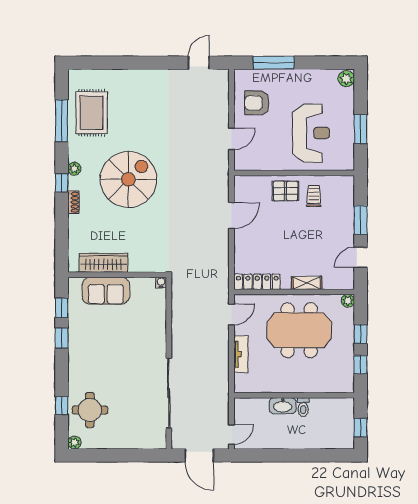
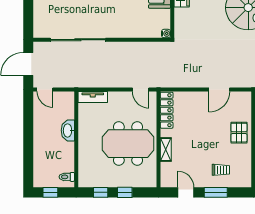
trolley: (314, 196) -> (221, 170), moved
door: (231, 216) -> (219, 90), hinge flipped
plant: (348, 301) -> (151, 182), removed
meeting table: (299, 330) -> (128, 144), turned 90
tv unit: (241, 354) -> (93, 97), moved
toilet: (303, 407) -> (67, 177), moved

